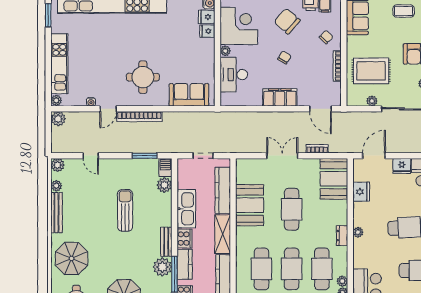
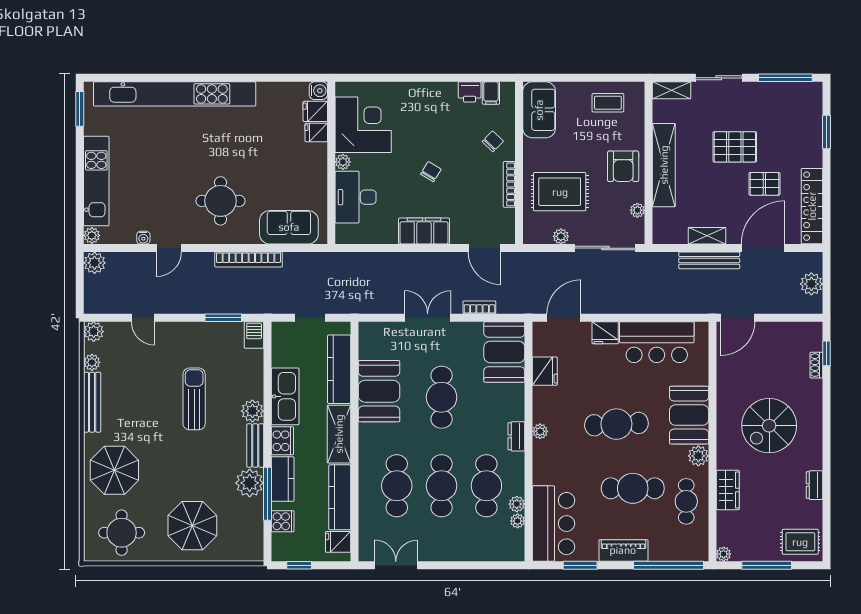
chair: (287, 21) -> (435, 118), removed
bookcase: (139, 117) -> (249, 260), moved
plant: (164, 185) -> (252, 411), moved

